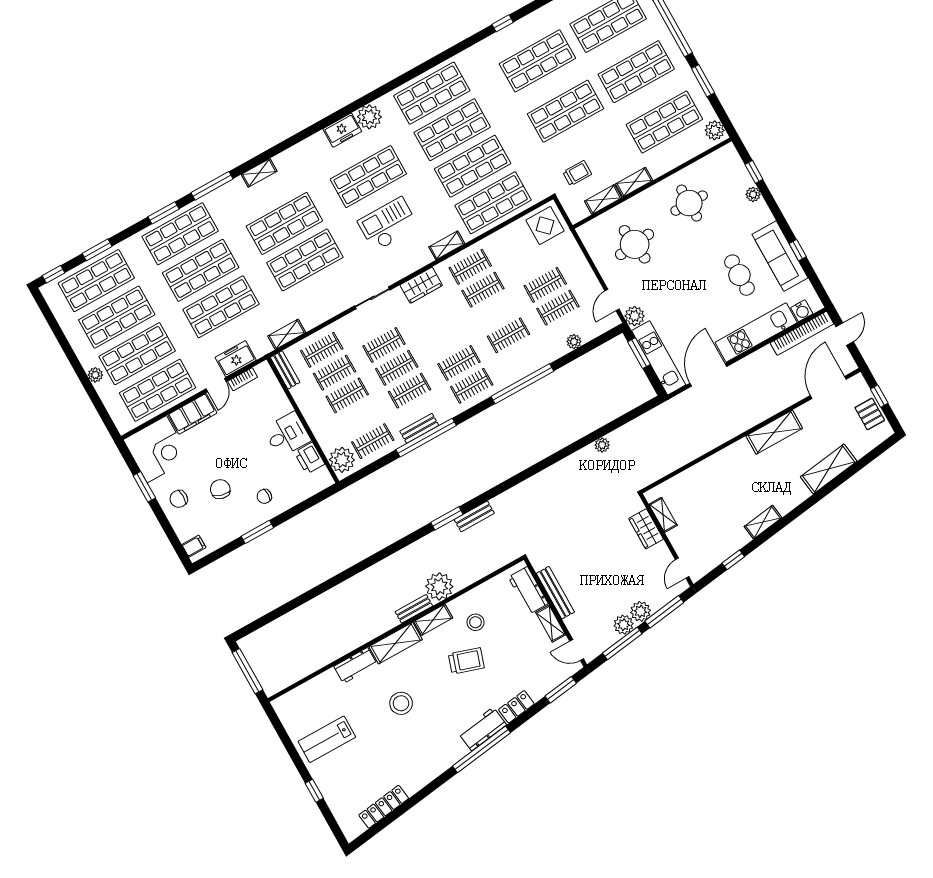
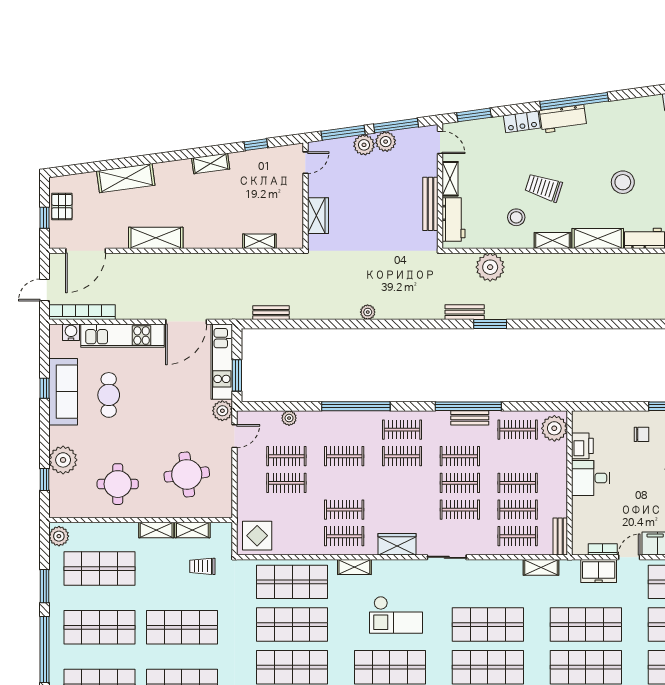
plant: (753, 194) -> (63, 460), width x1.88, depth x1.88
plant: (602, 445) -> (368, 312), moved
shelving: (663, 515) -> (259, 241), moved, turned 90
plant: (439, 586) -> (490, 267), moved
bench: (414, 609) -> (271, 313), moved

